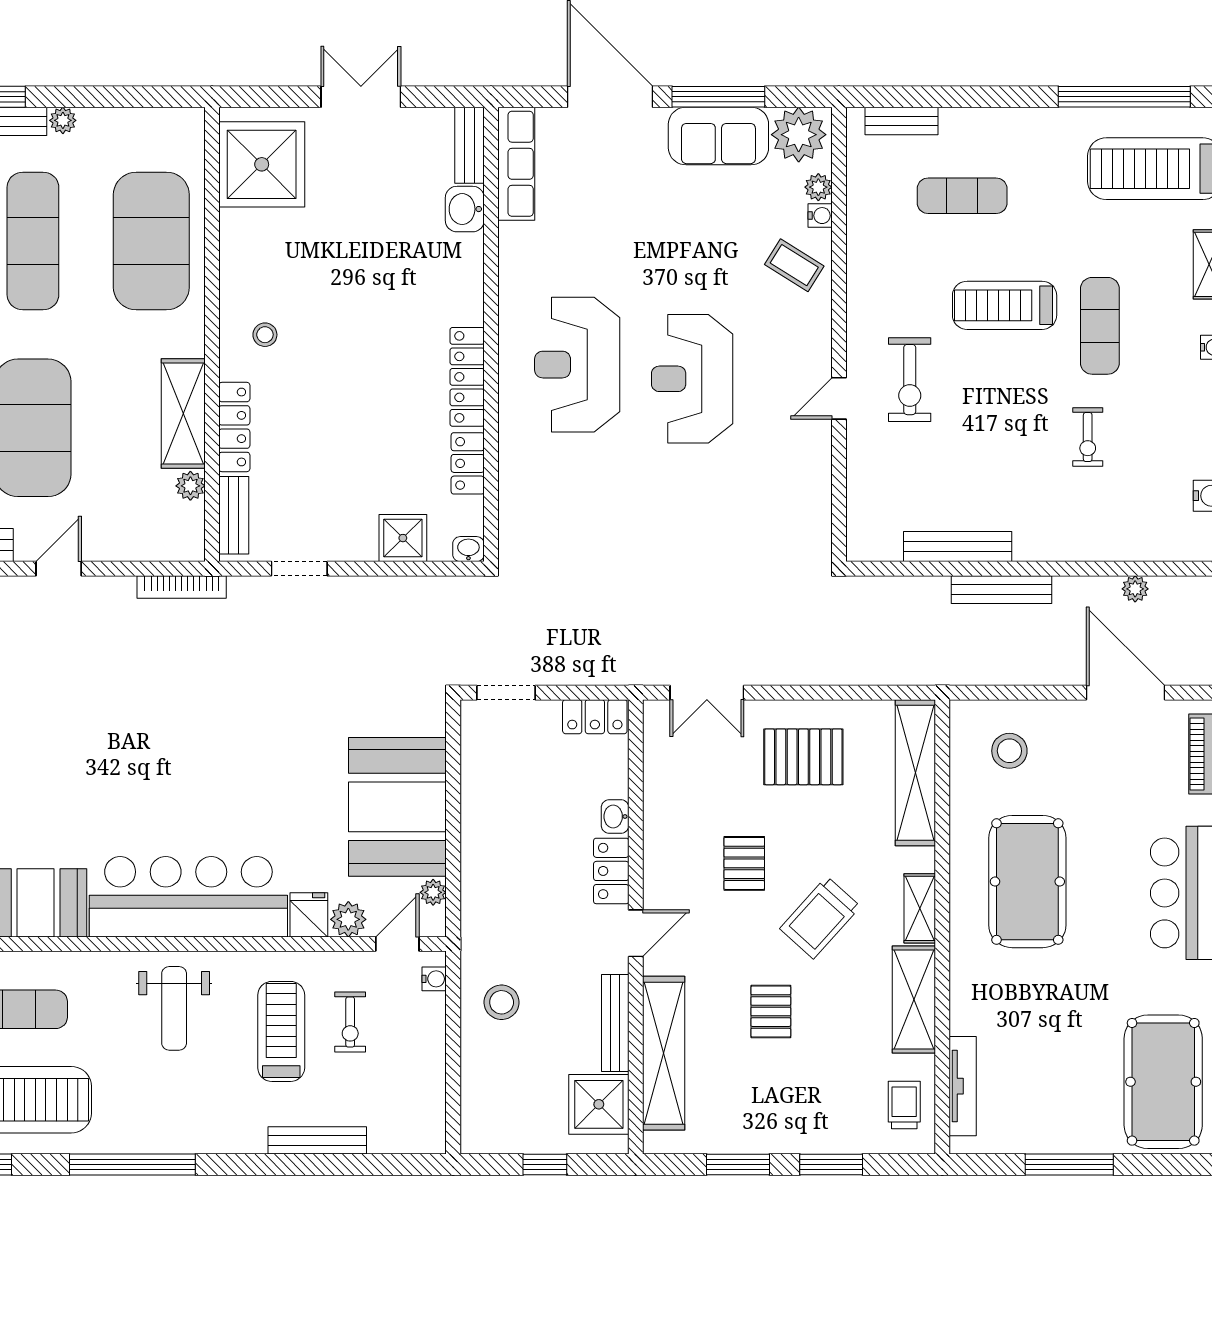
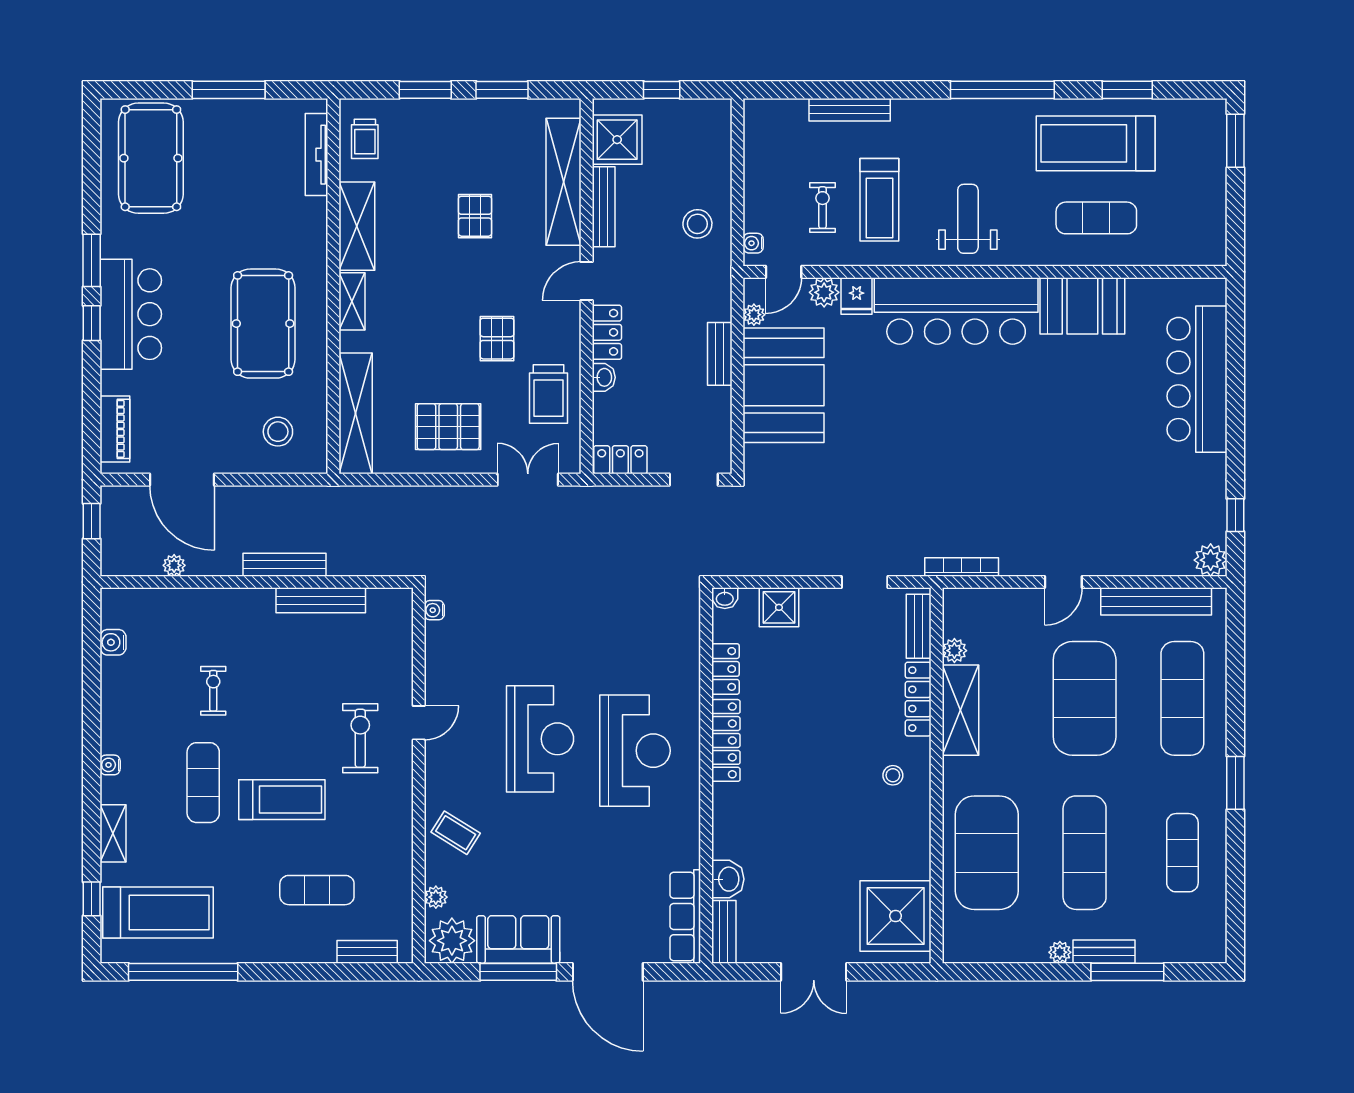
water cooler: (820, 216) -> (434, 610), moved
bench: (475, 845) -> (720, 354), added
trolley: (820, 918) -> (549, 394), moved, turned 138

